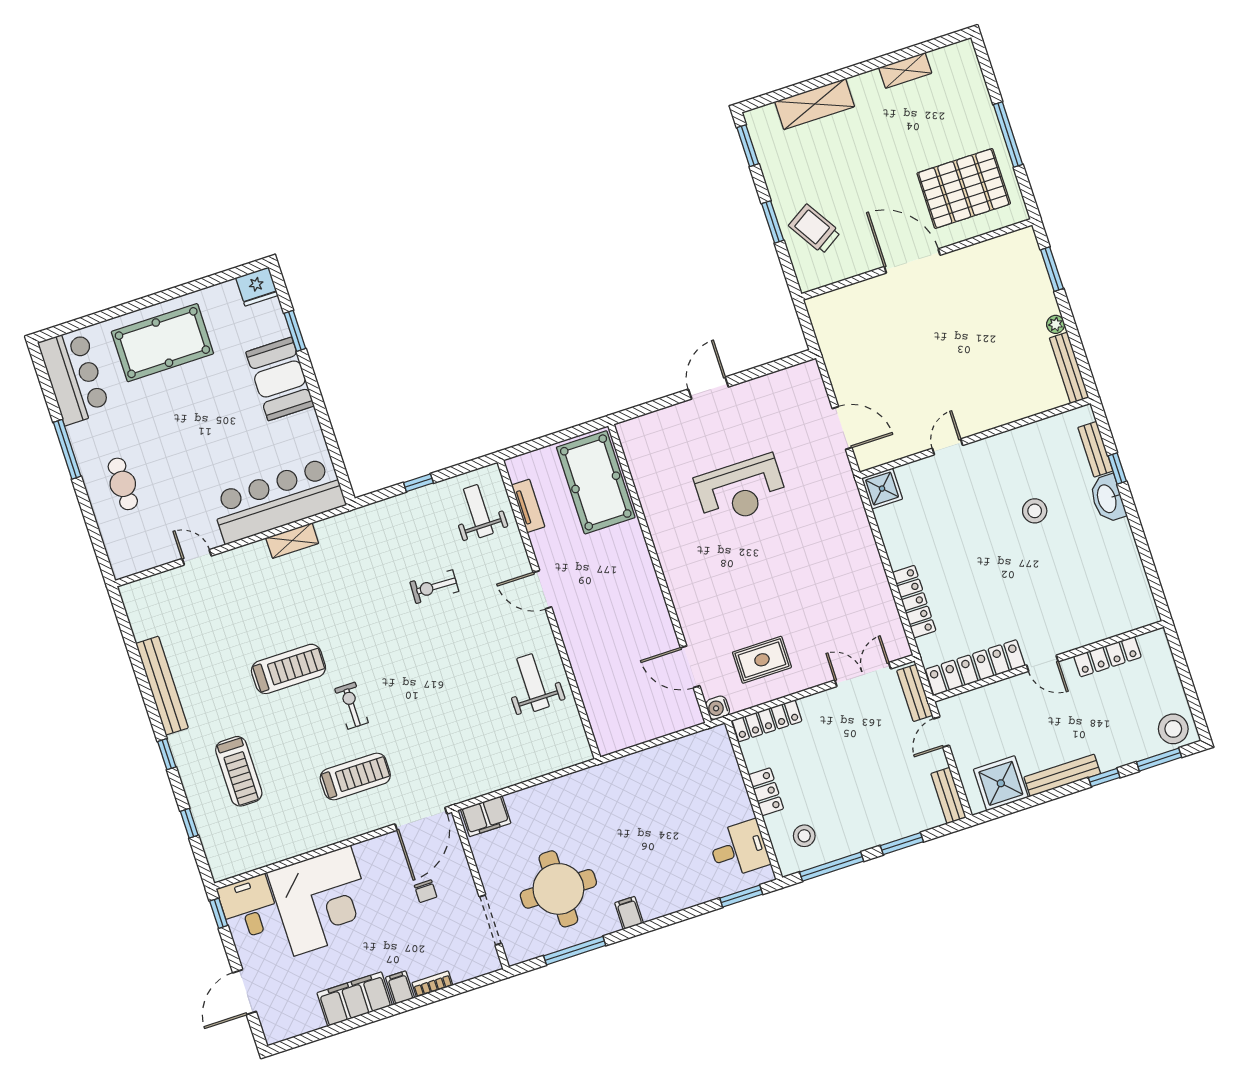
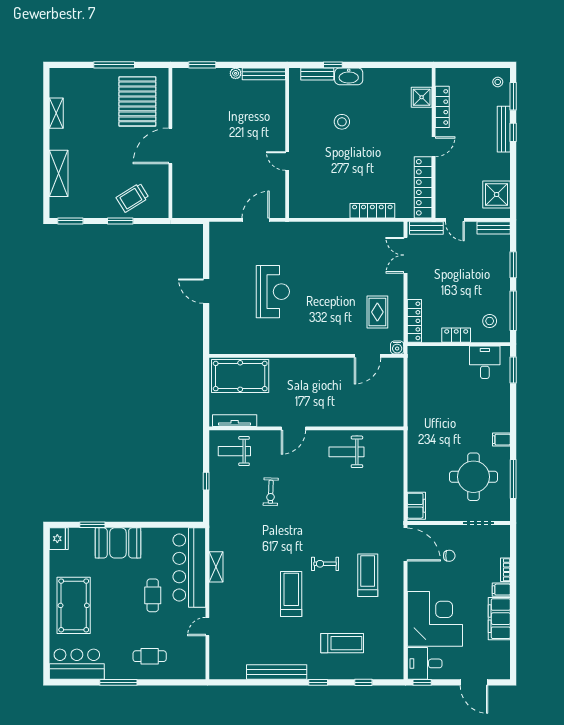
cafe table: (217, 458) -> (153, 595), added
shower: (882, 489) -> (422, 97), moved
tv unit: (528, 506) -> (235, 421), width x1.41
stool: (1173, 729) -> (498, 82), width x0.53, depth x0.53
bench: (1062, 775) -> (504, 129), moved

